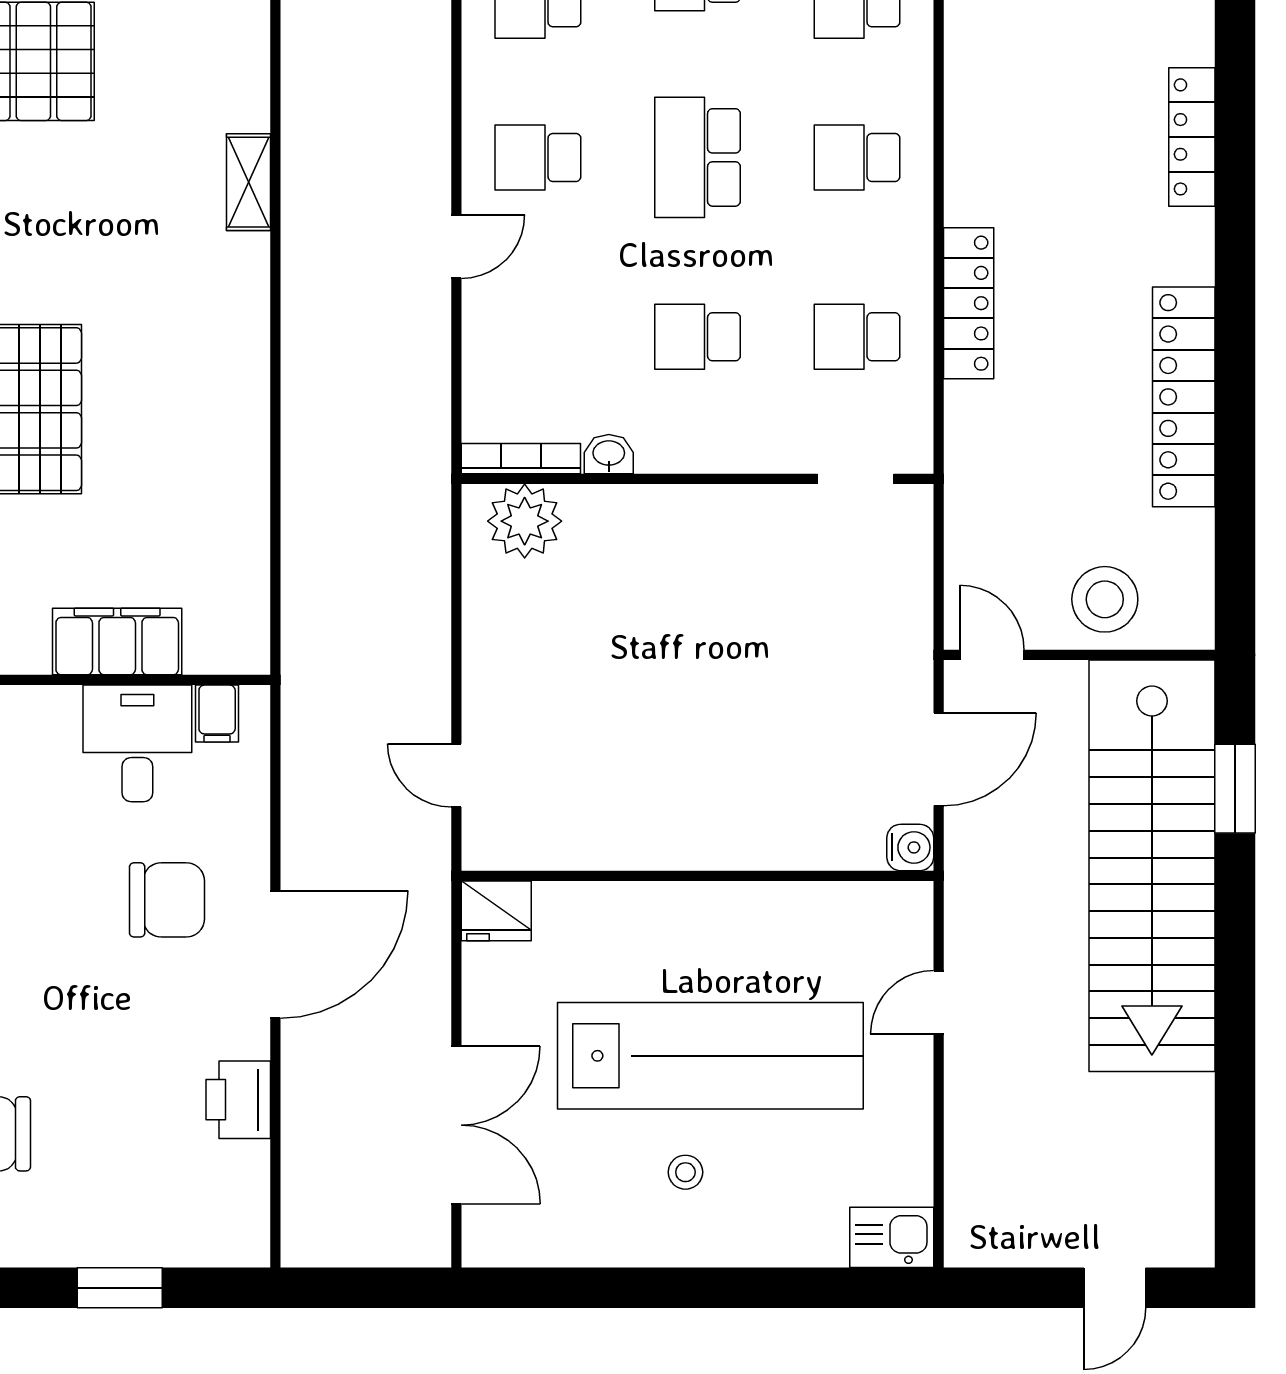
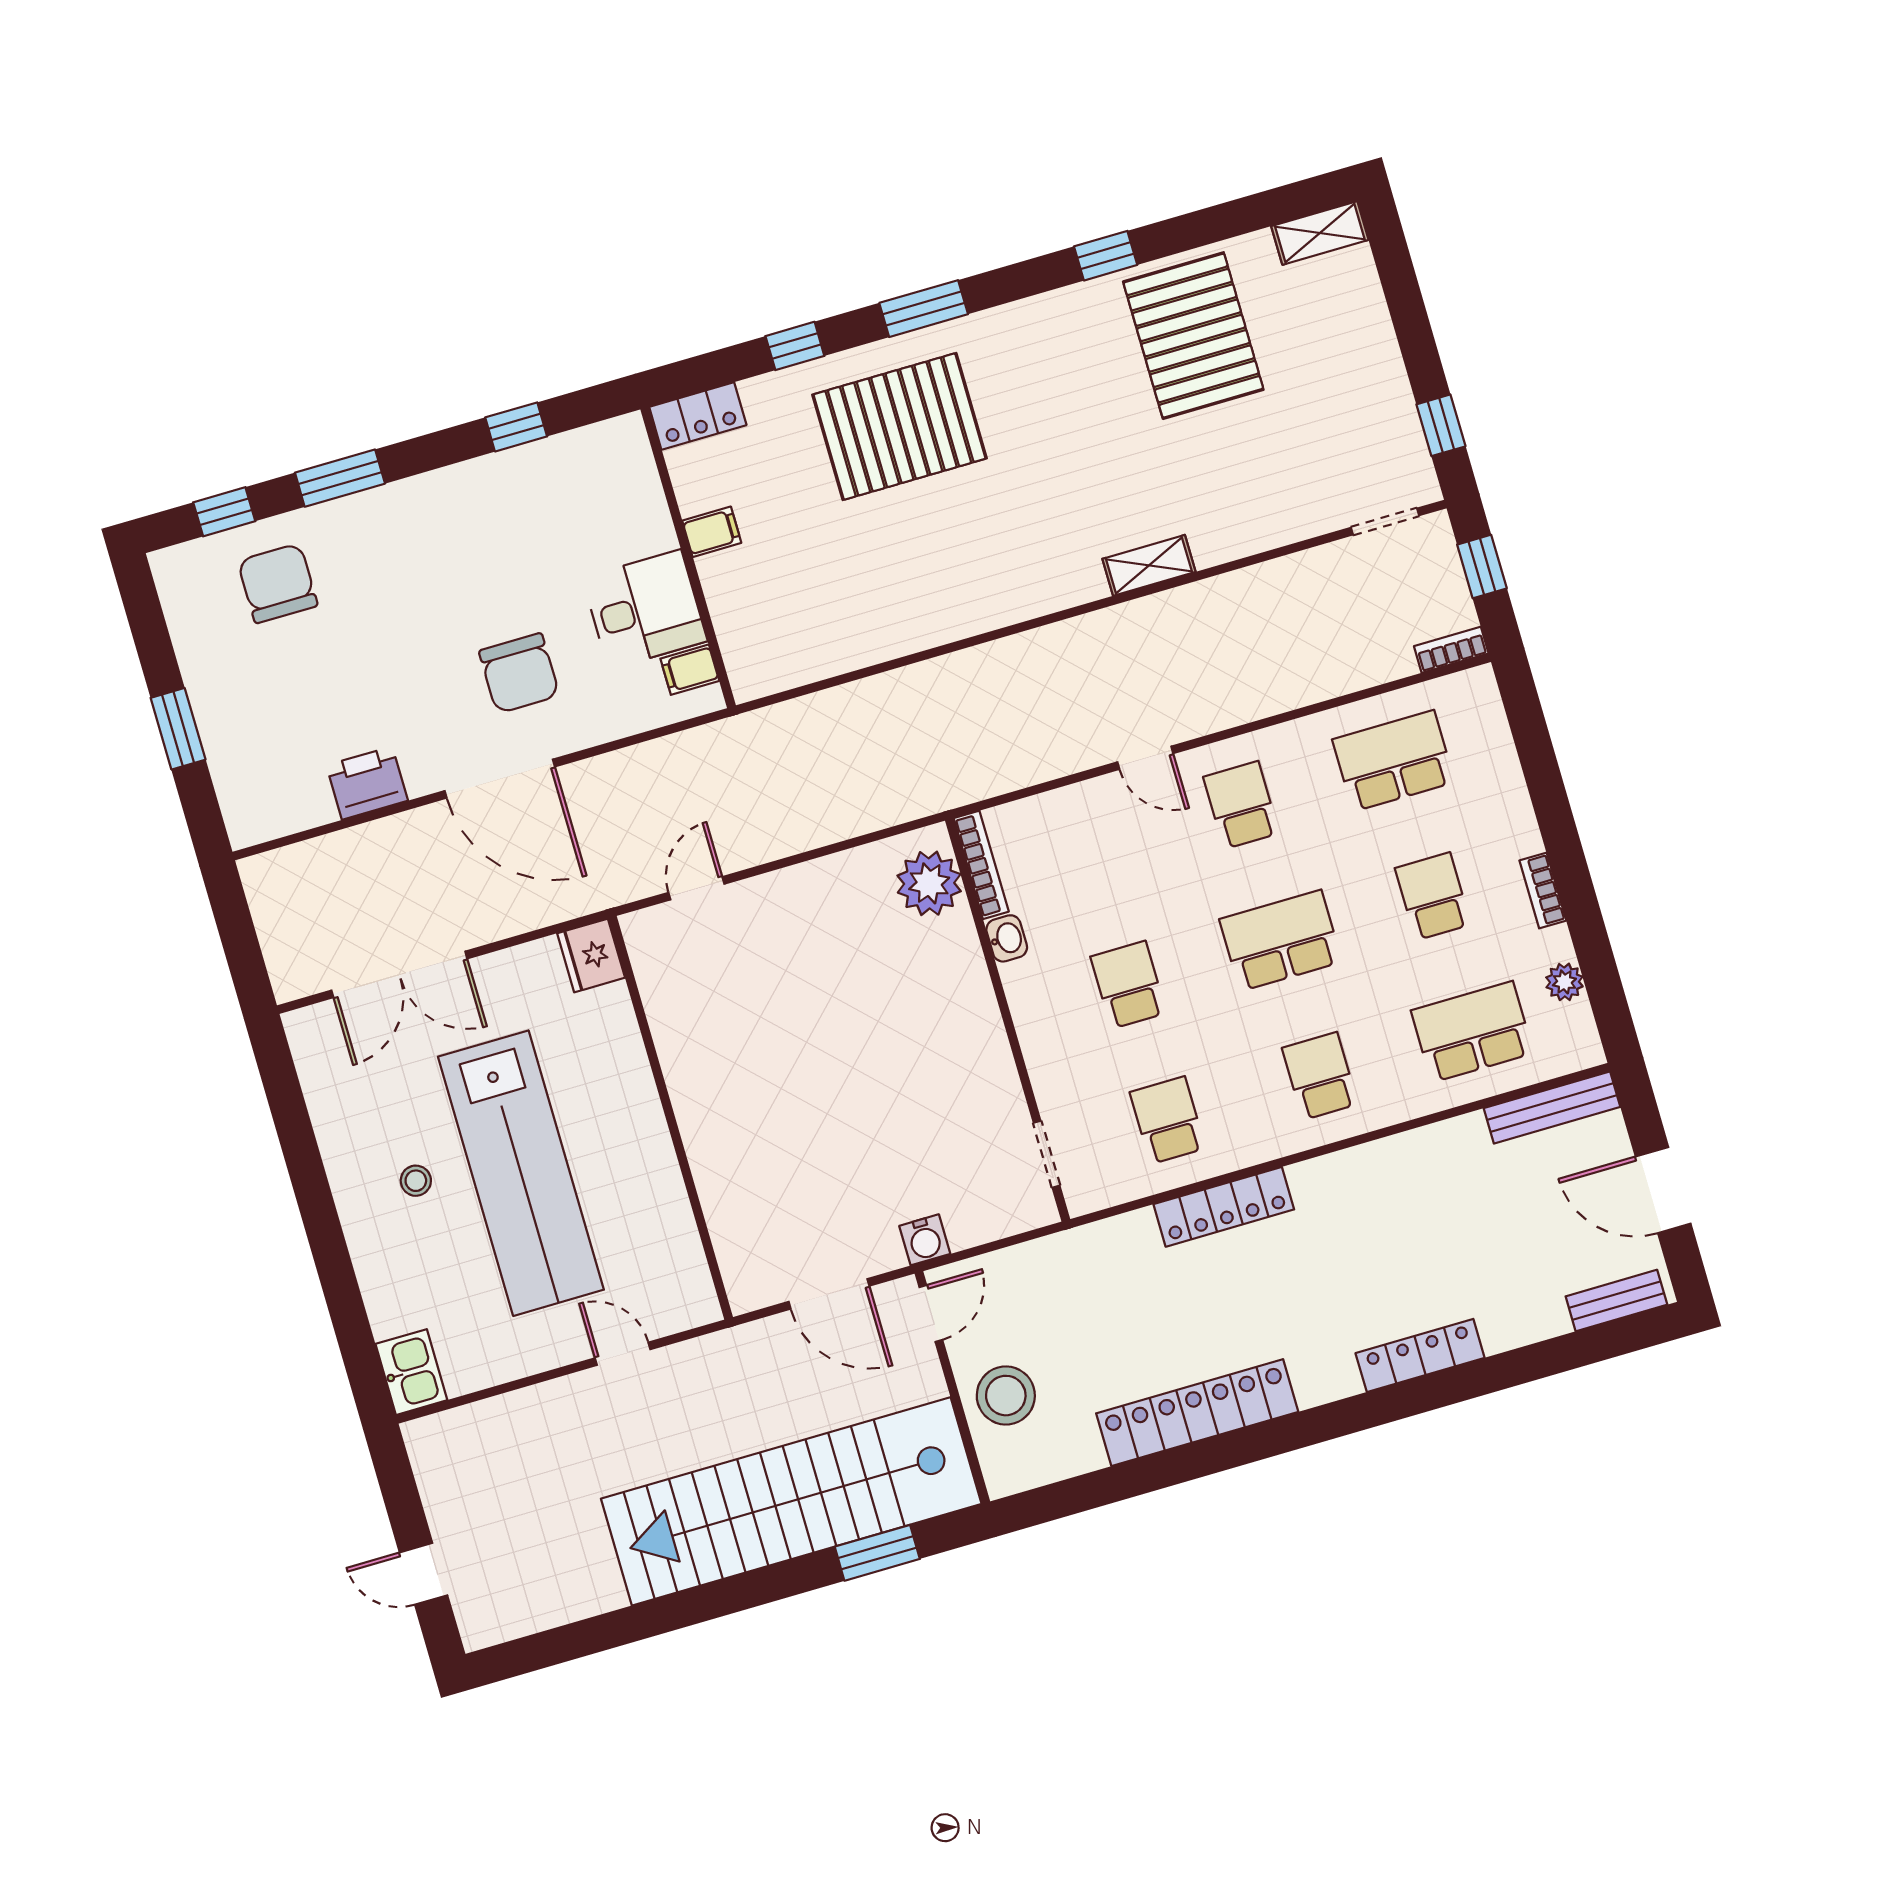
filing cabinet: (117, 641) -> (712, 532), width x0.33, depth x0.86
water cooler: (910, 847) -> (925, 1240), moved

